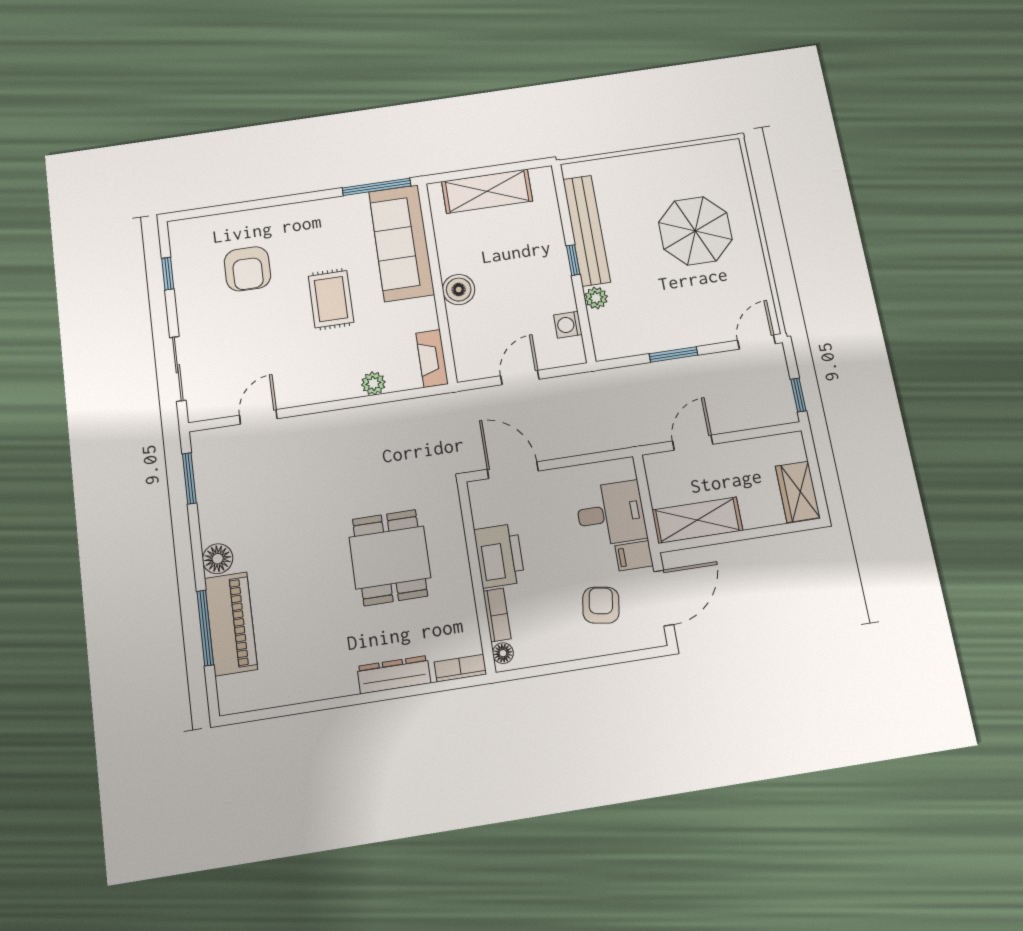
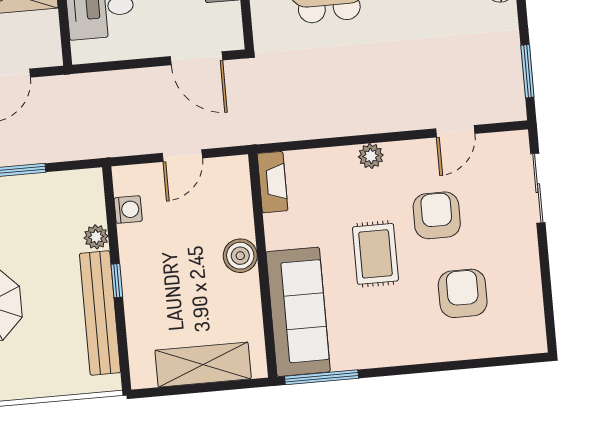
window: (168, 273) -> (547, 294), removed
armchair: (274, 338) -> (437, 215), added
plant: (373, 383) -> (371, 156), moved

